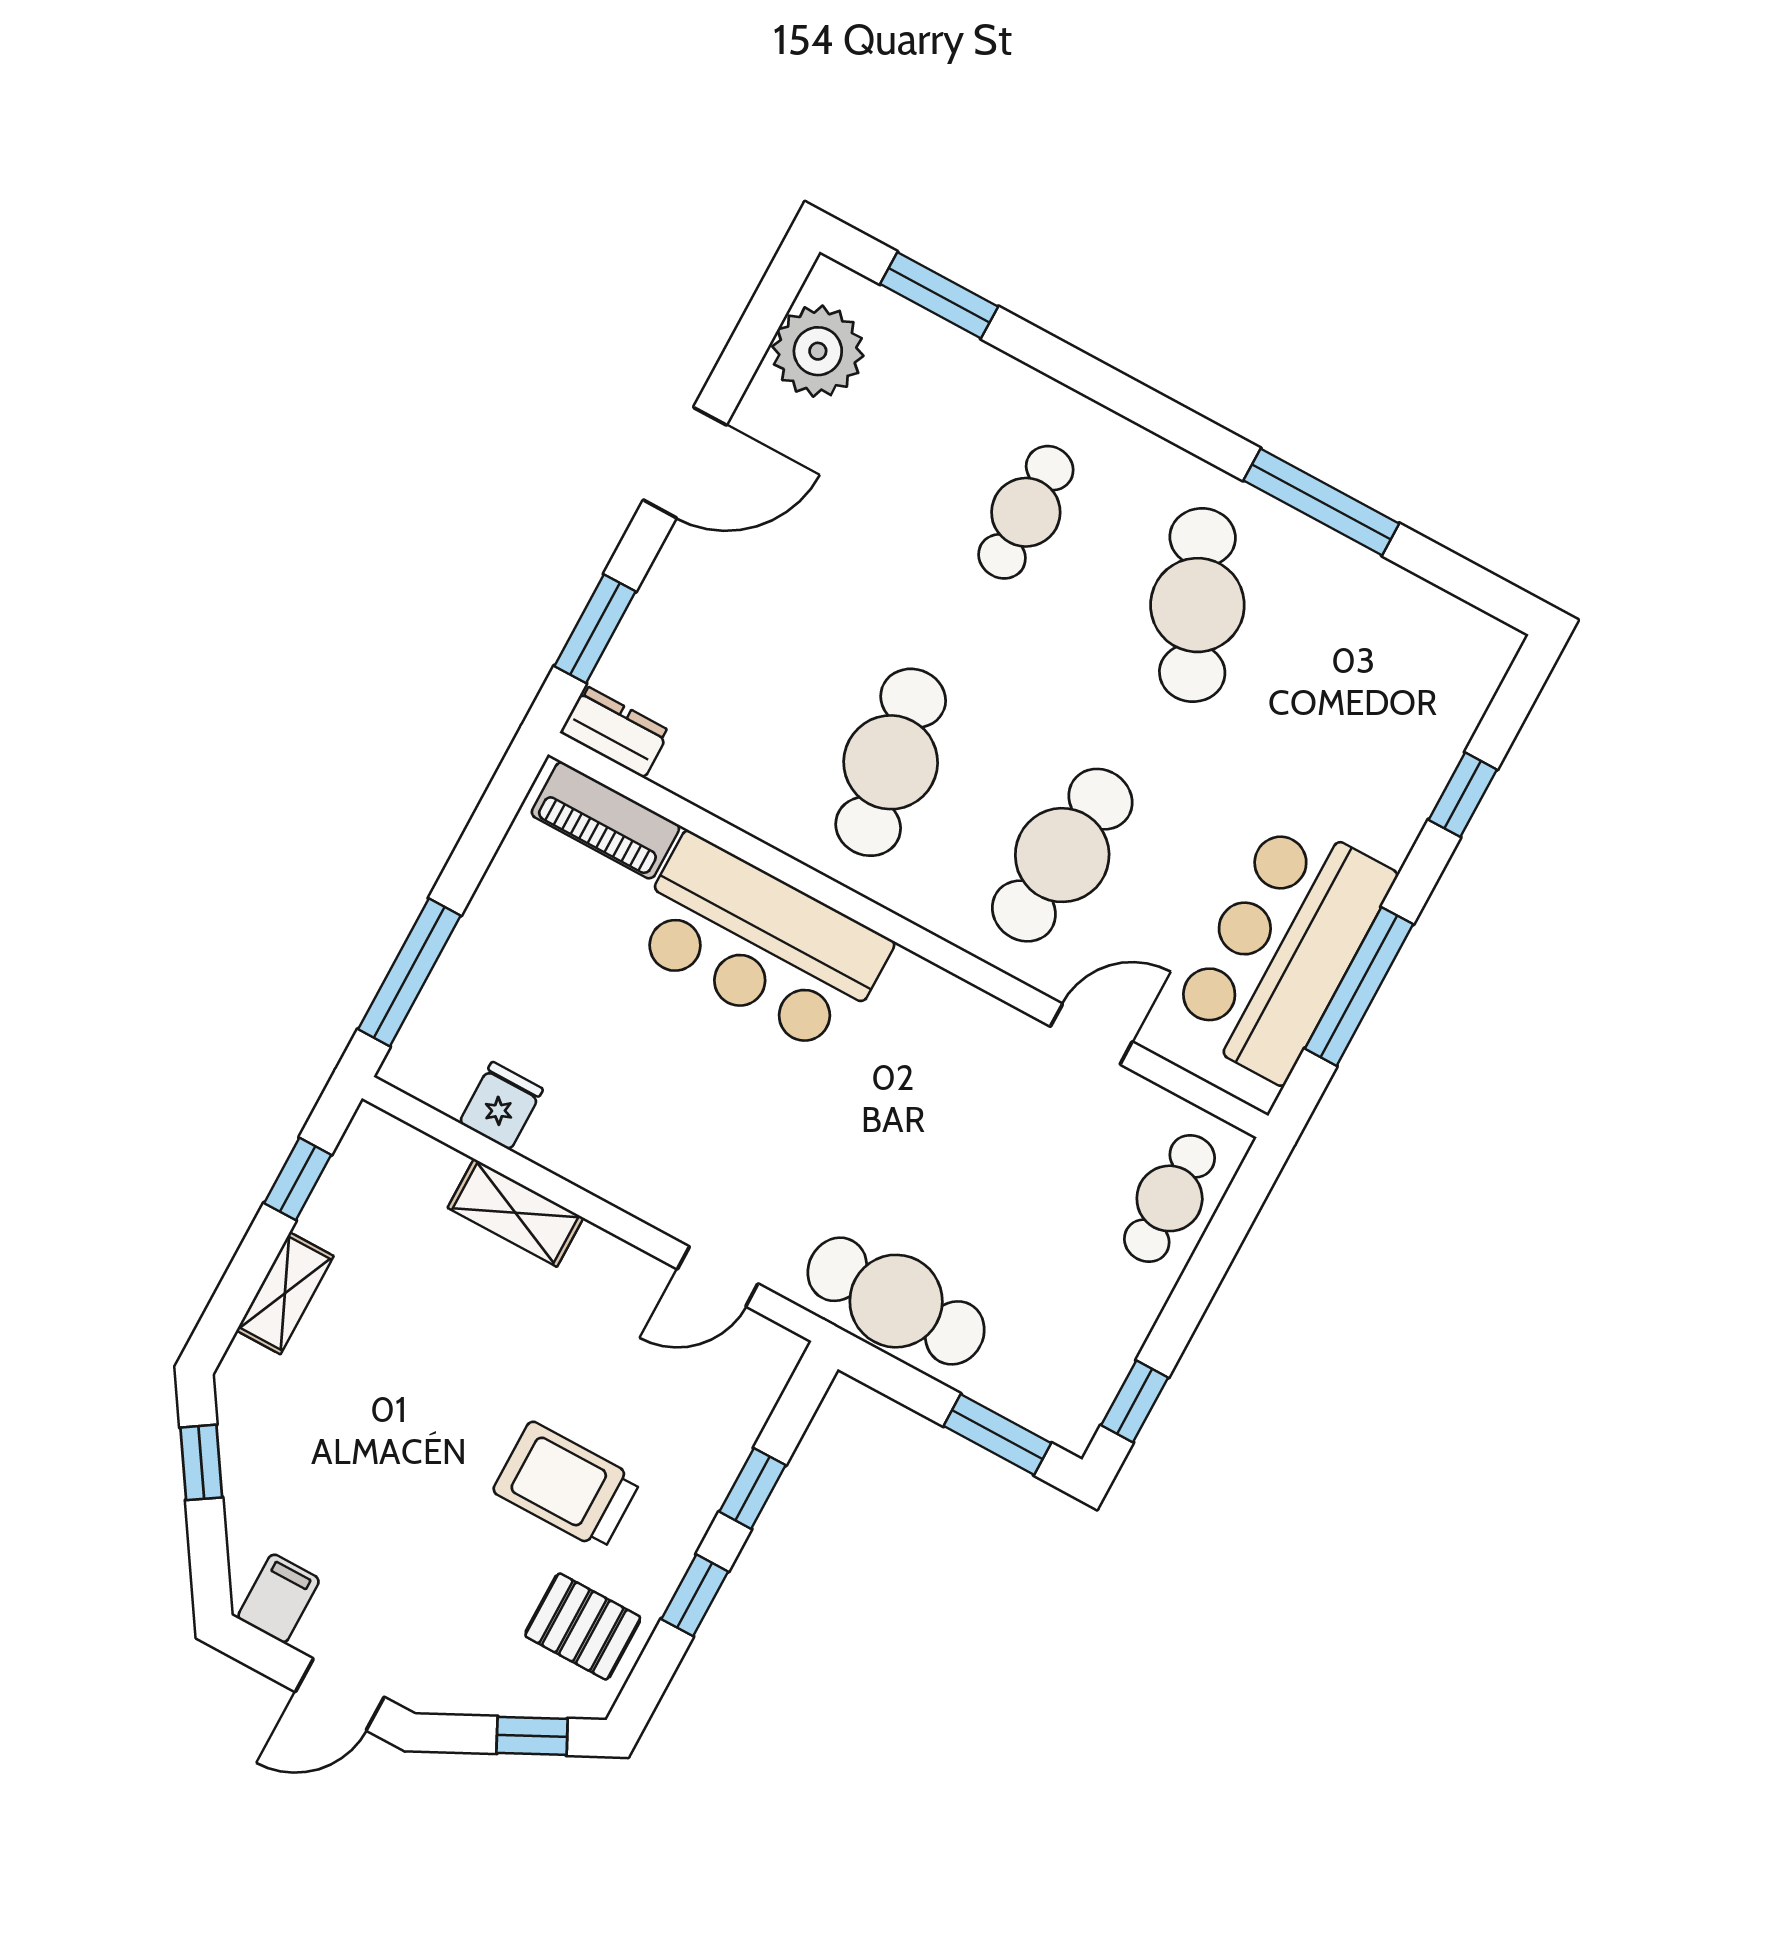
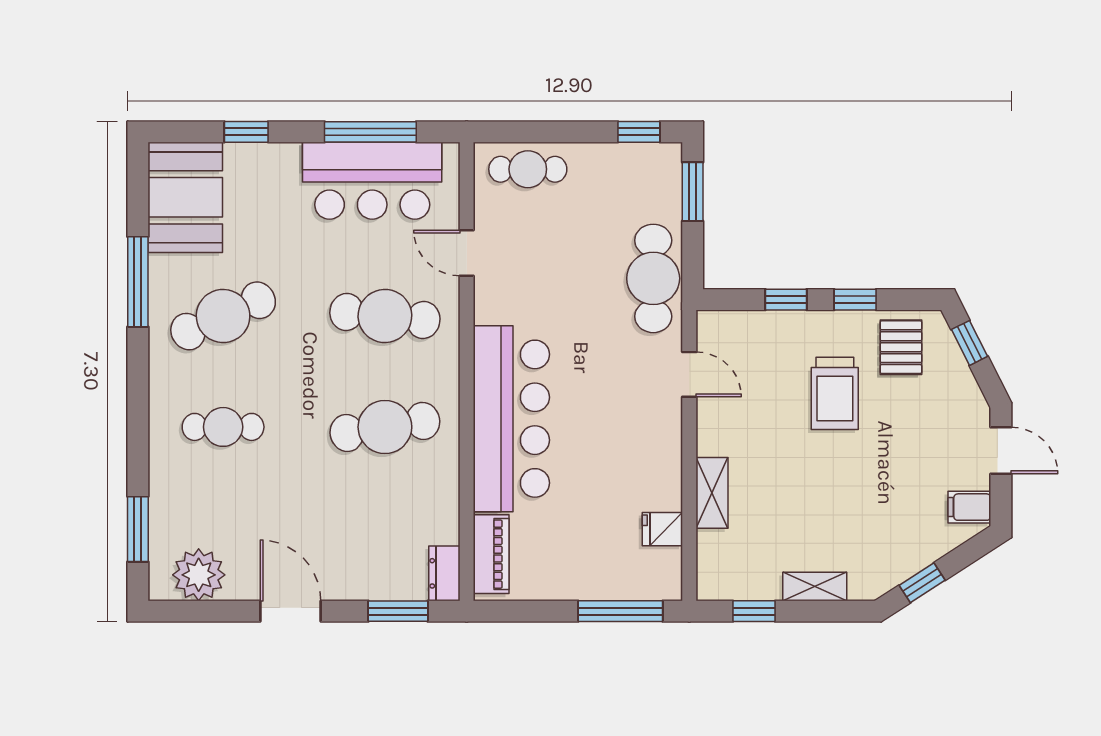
booth: (1412, 646) -> (185, 197), added
bar counter: (759, 944) -> (511, 419), width x1.36

